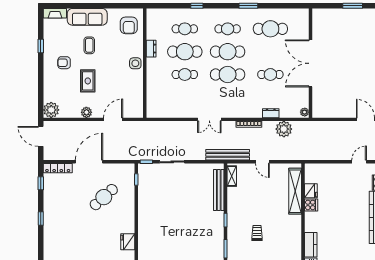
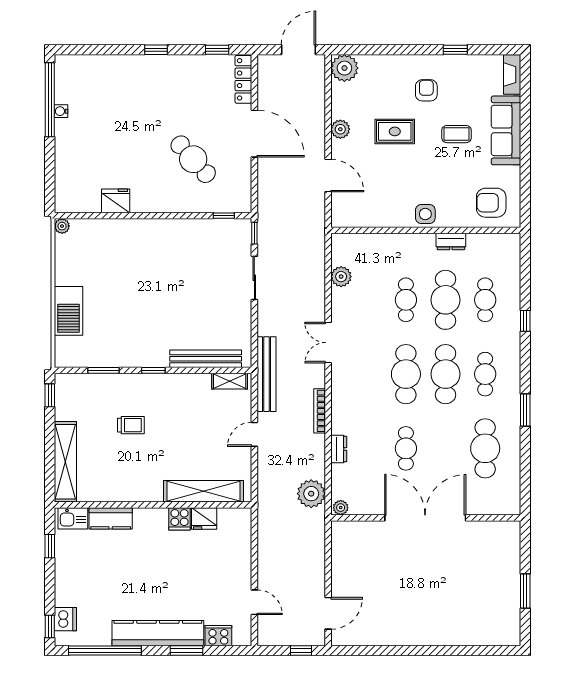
plant: (171, 112) -> (341, 277), added
plant: (284, 129) -> (311, 494), moved

